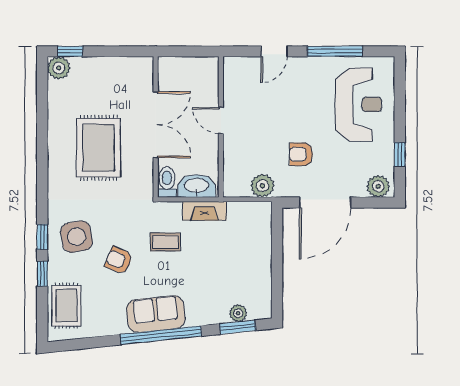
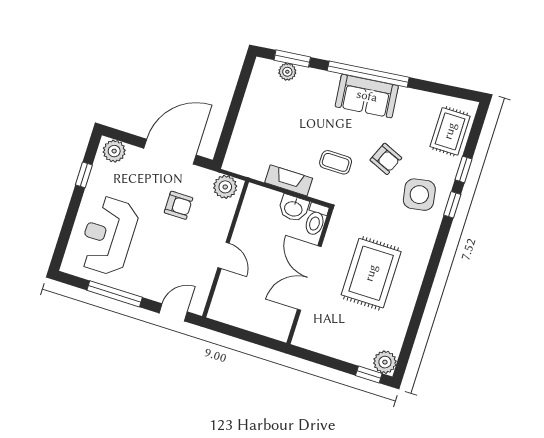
door: (221, 120) -> (224, 255), moved
wall: (221, 127) -> (226, 249), moved
washbasin: (197, 186) -> (294, 208), width x0.72

